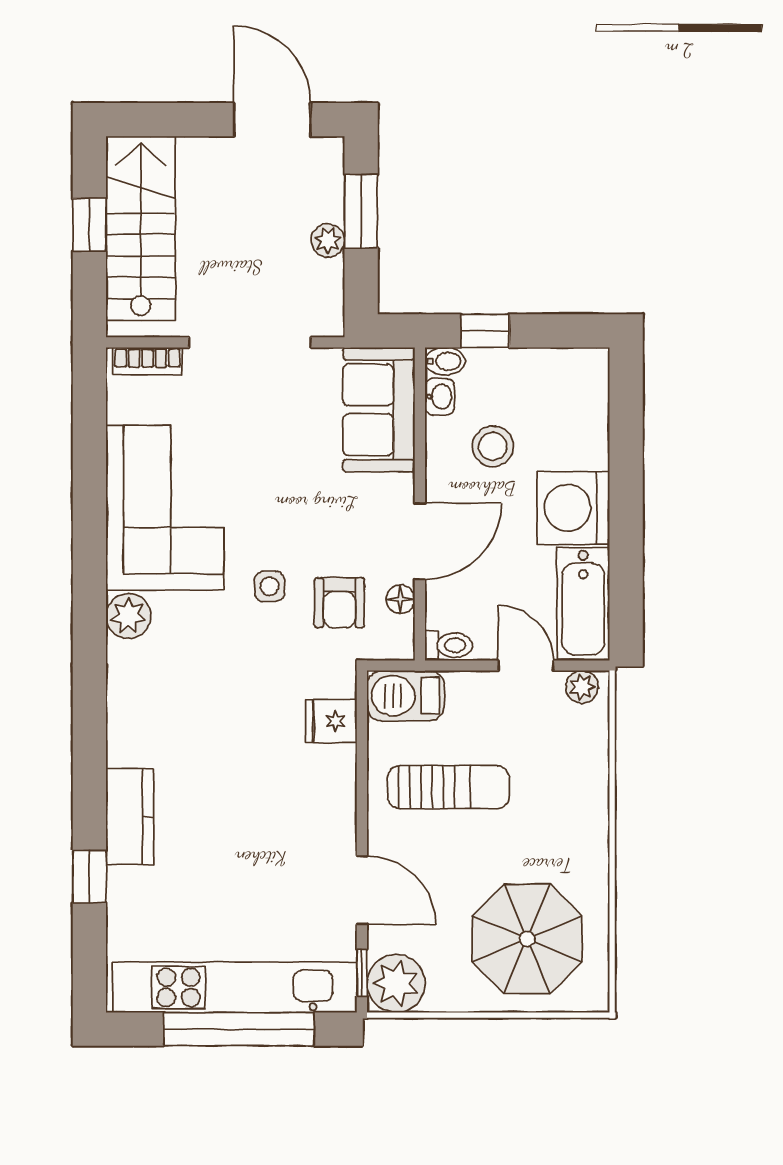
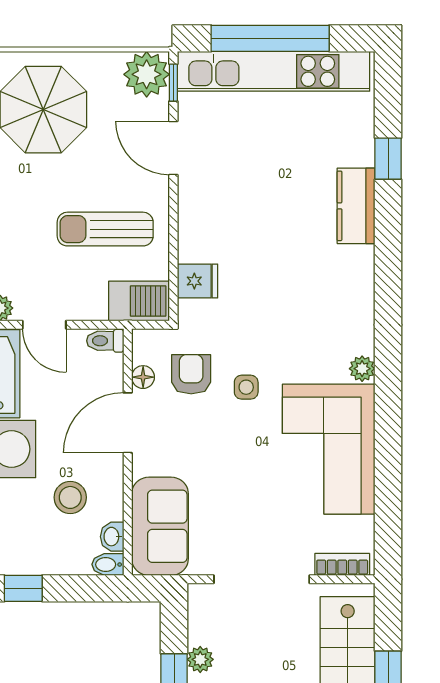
window: (485, 331) -> (23, 588), moved
plant: (128, 616) -> (362, 369), width x0.73, depth x0.73

